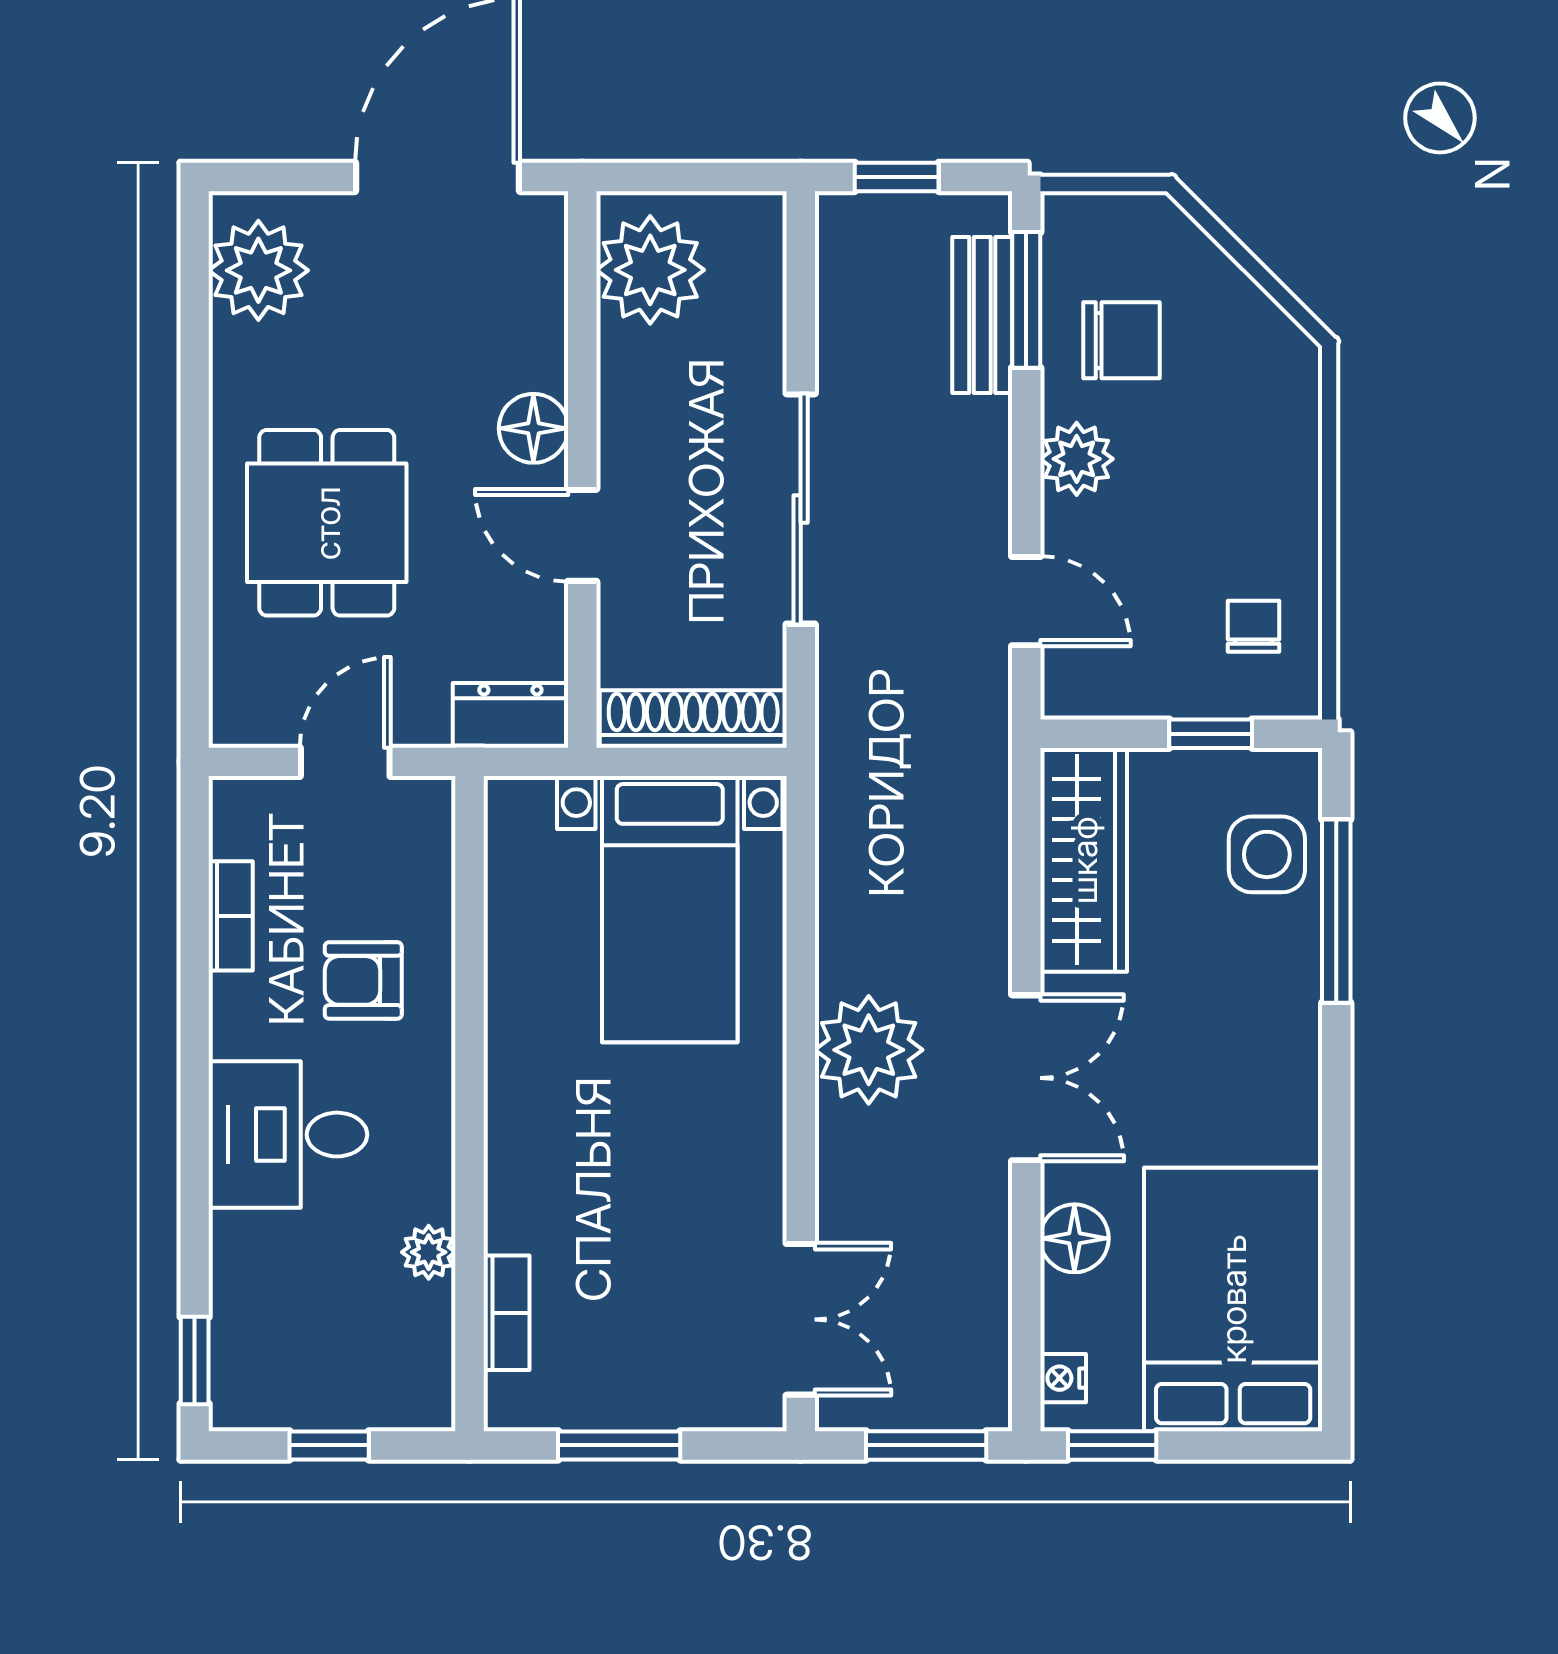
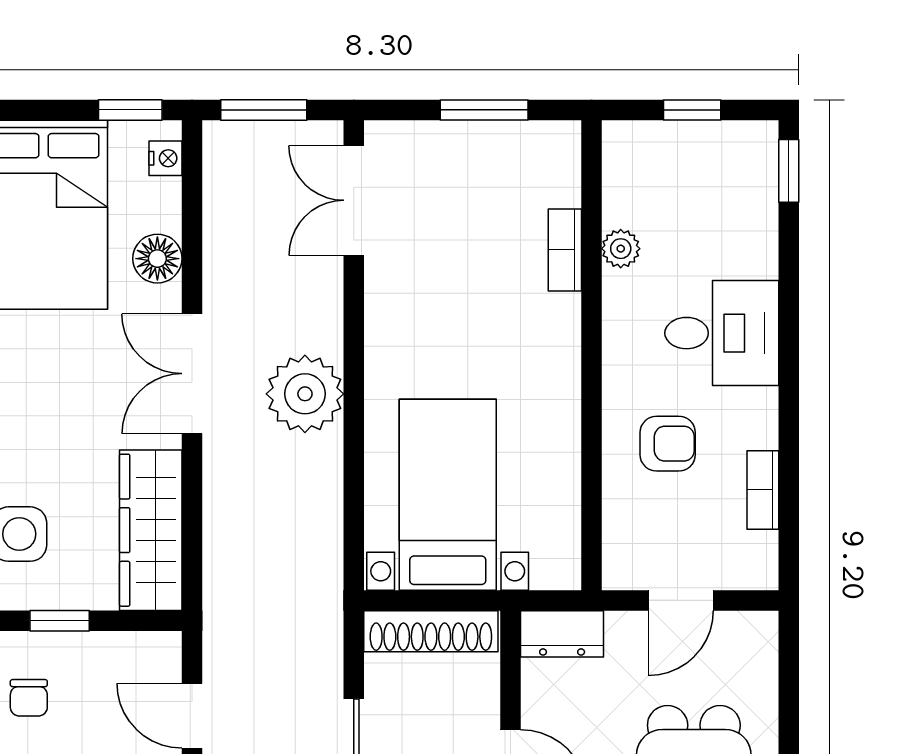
bookcase: (506, 1313) -> (565, 250), moved

